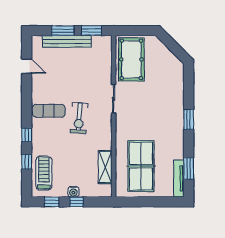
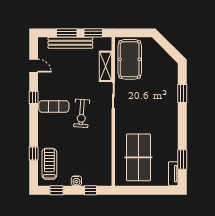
window: (189, 119) -> (182, 94), moved
window: (27, 135) -> (34, 97), moved
shelving: (105, 167) -> (106, 66), moved
tv unit: (179, 179) -> (173, 174), width x0.71
window: (77, 202) -> (91, 190), moved

